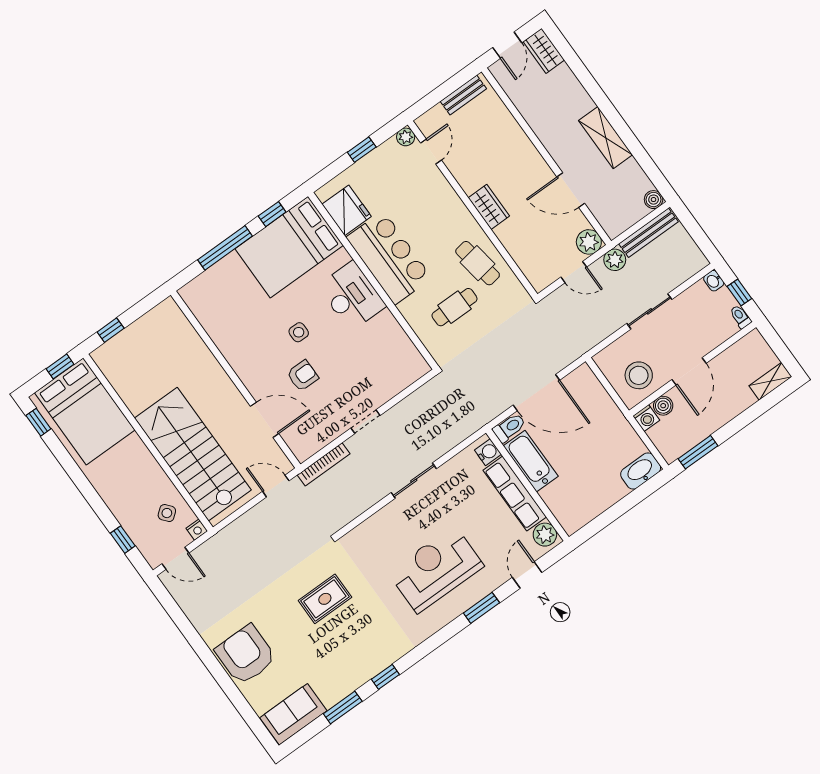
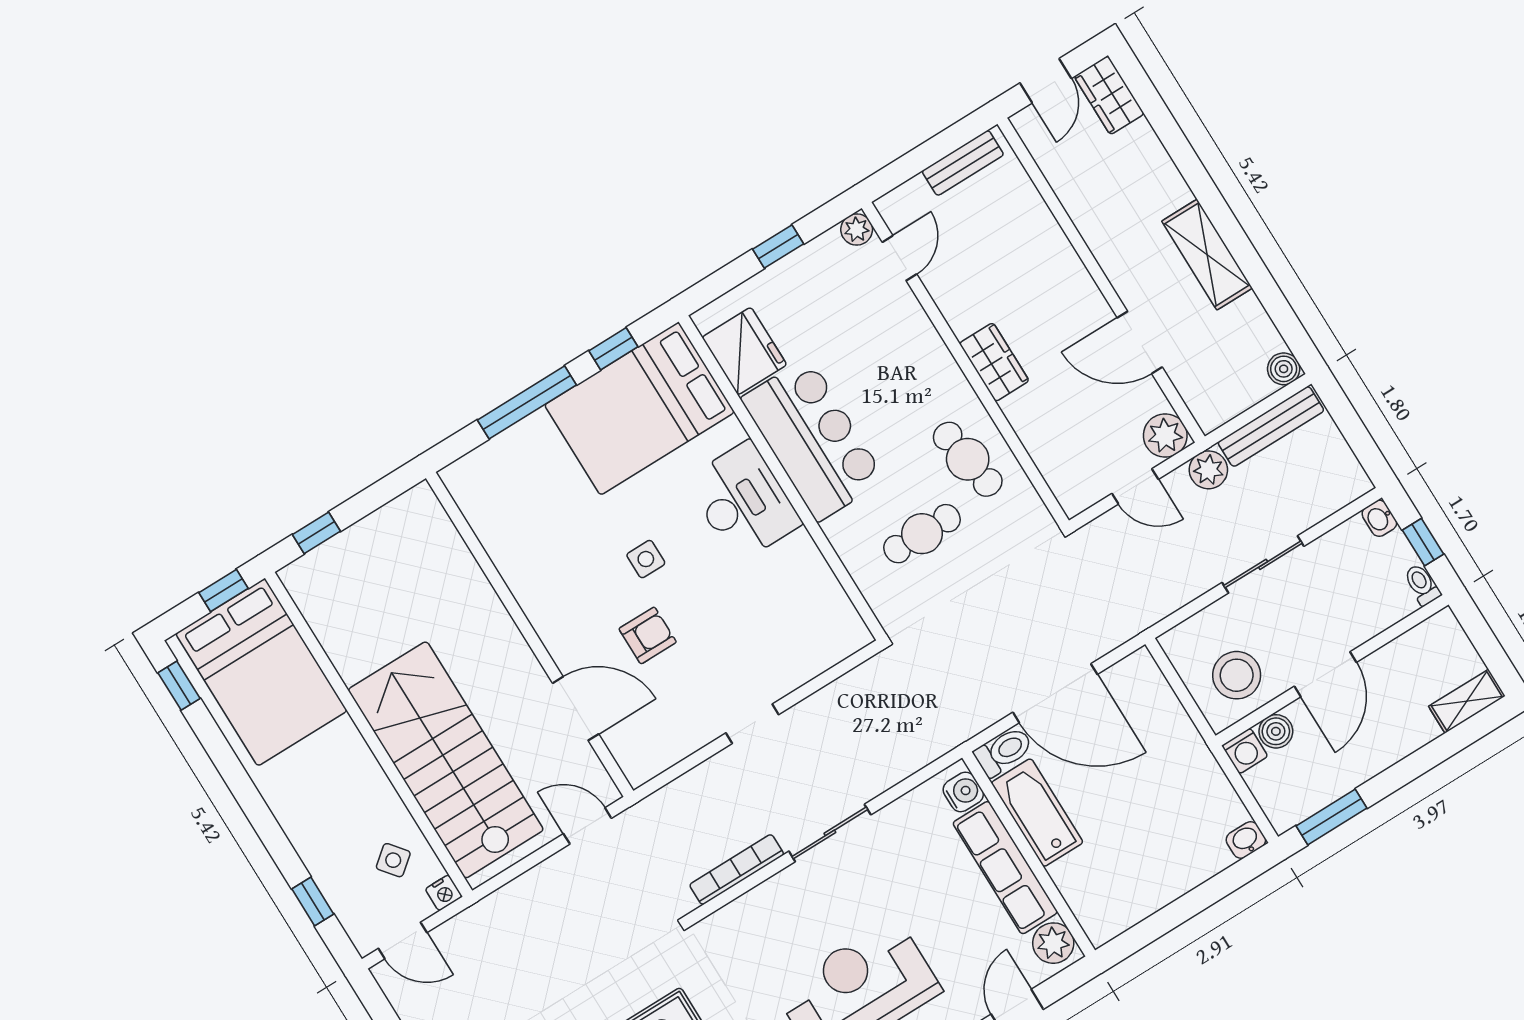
bookcase: (324, 464) -> (737, 870), moved, turned 180
washbasin: (641, 471) -> (1246, 840), width x0.52, depth x0.69

